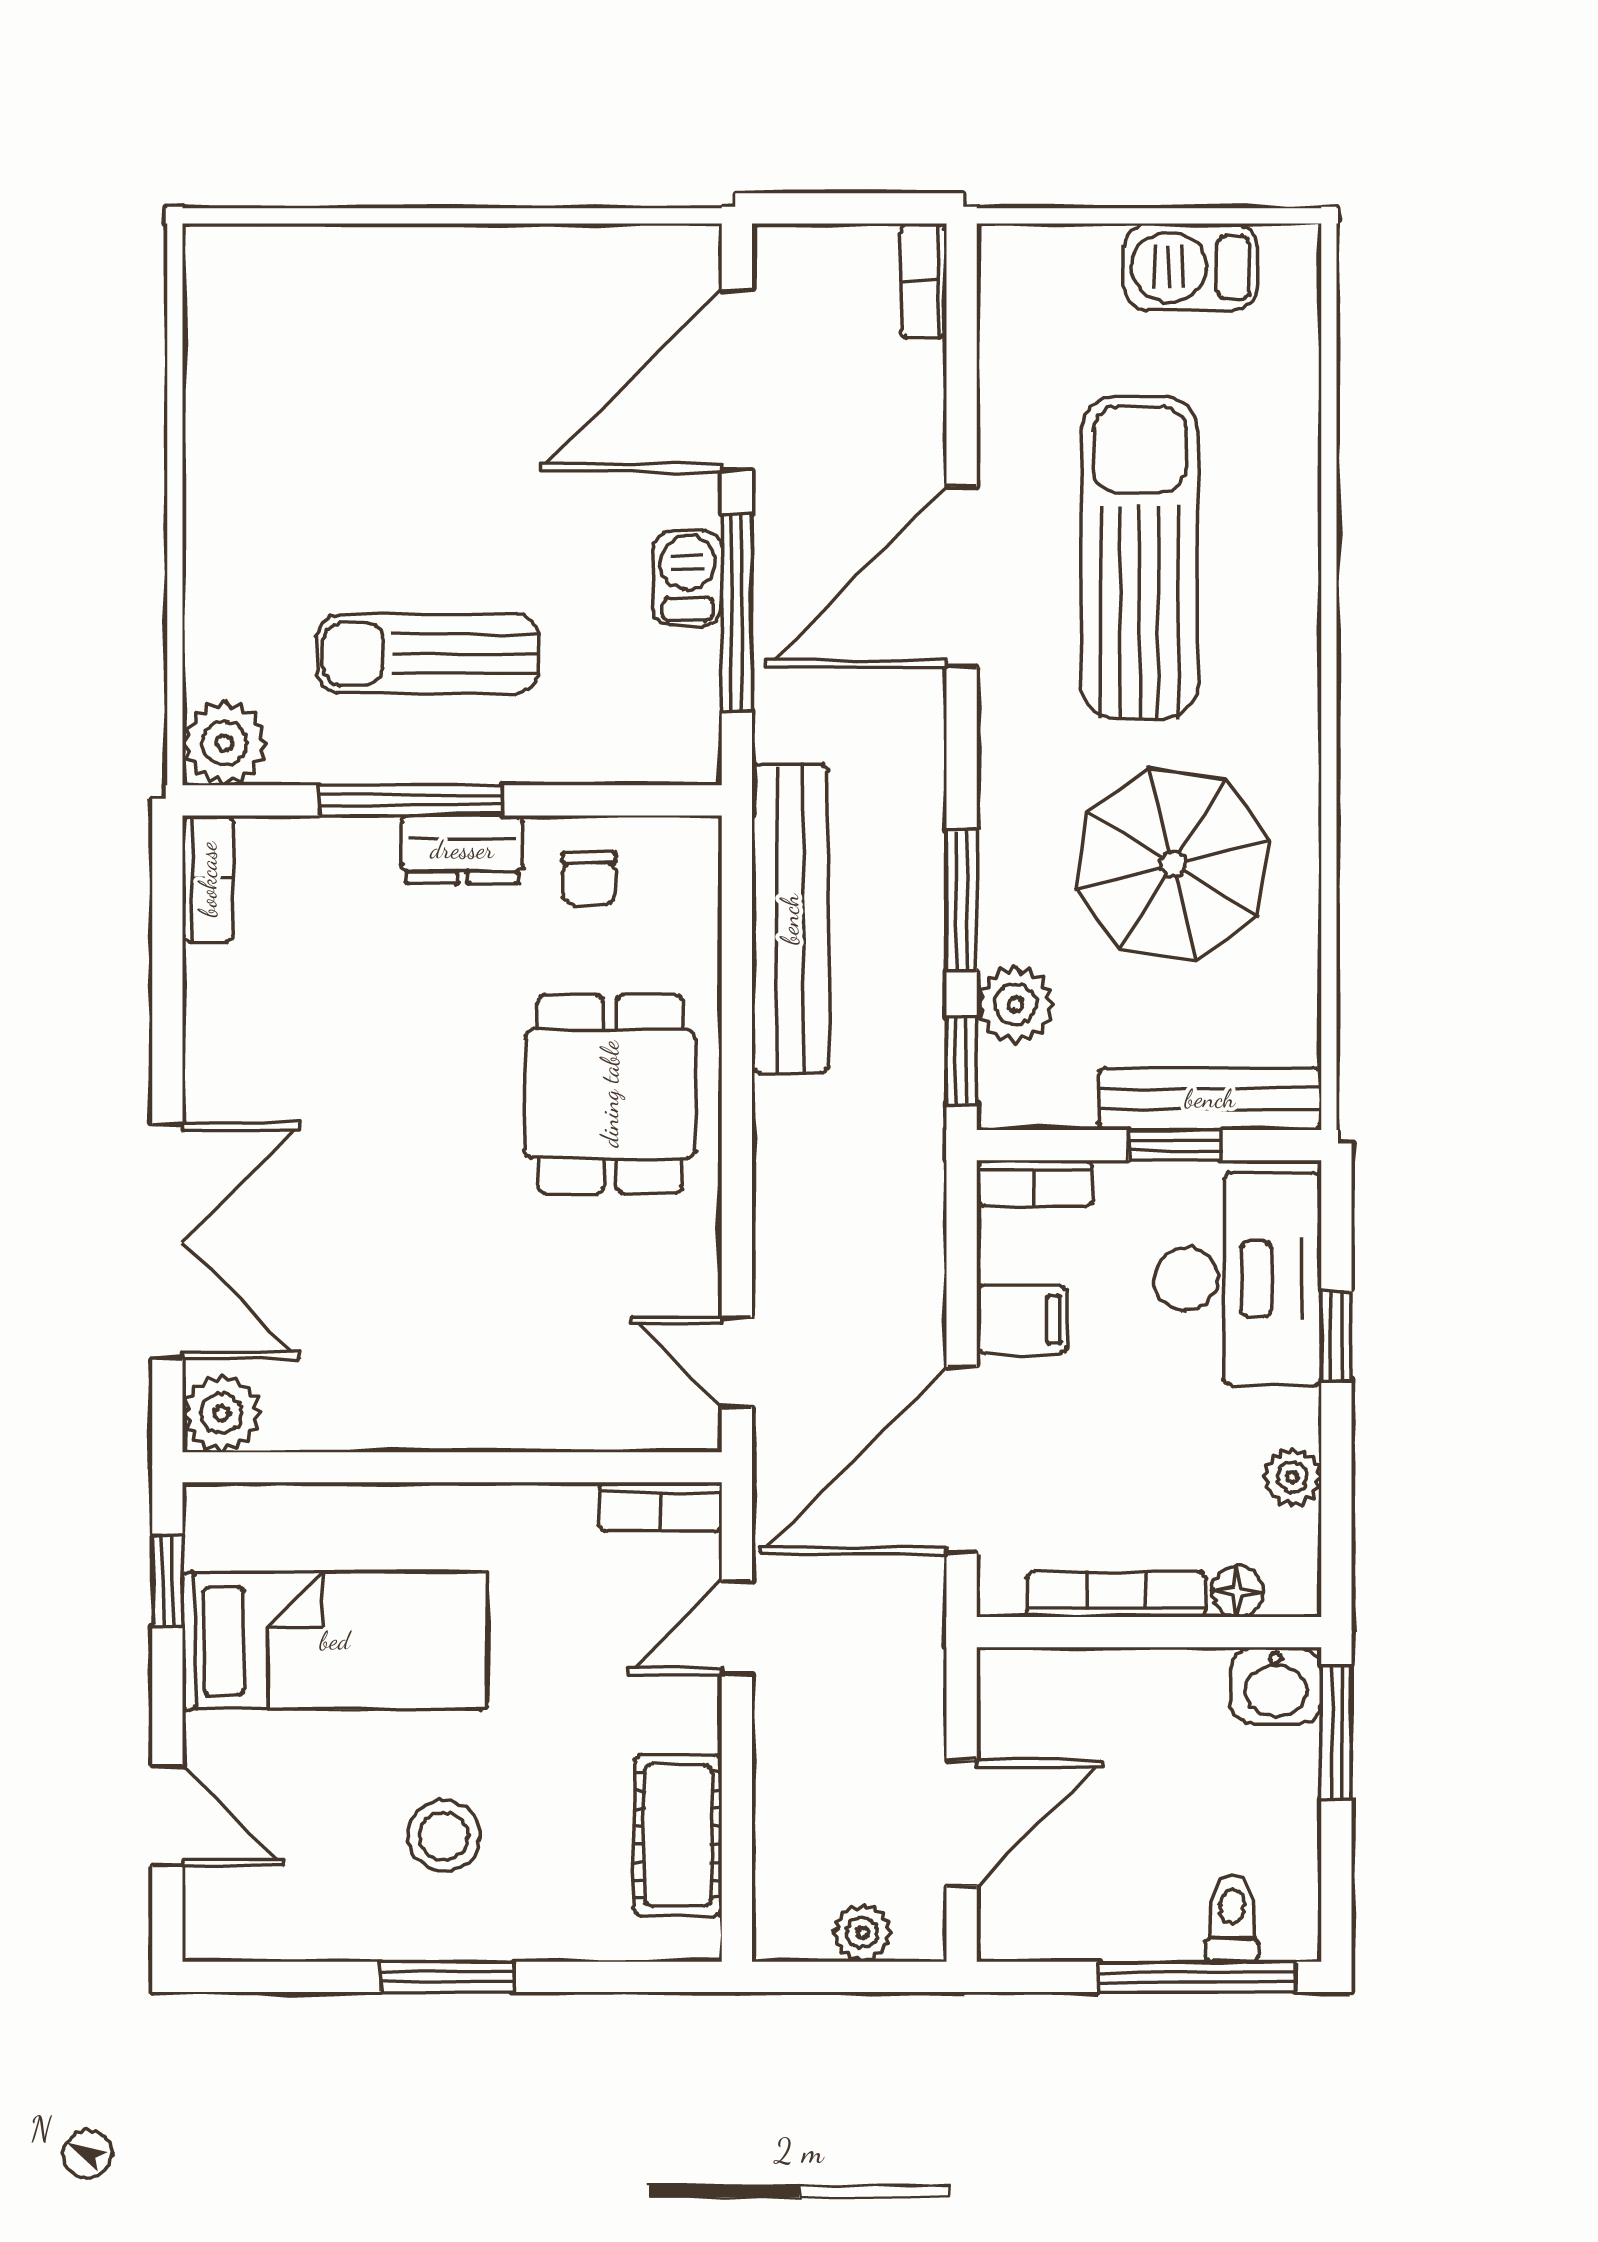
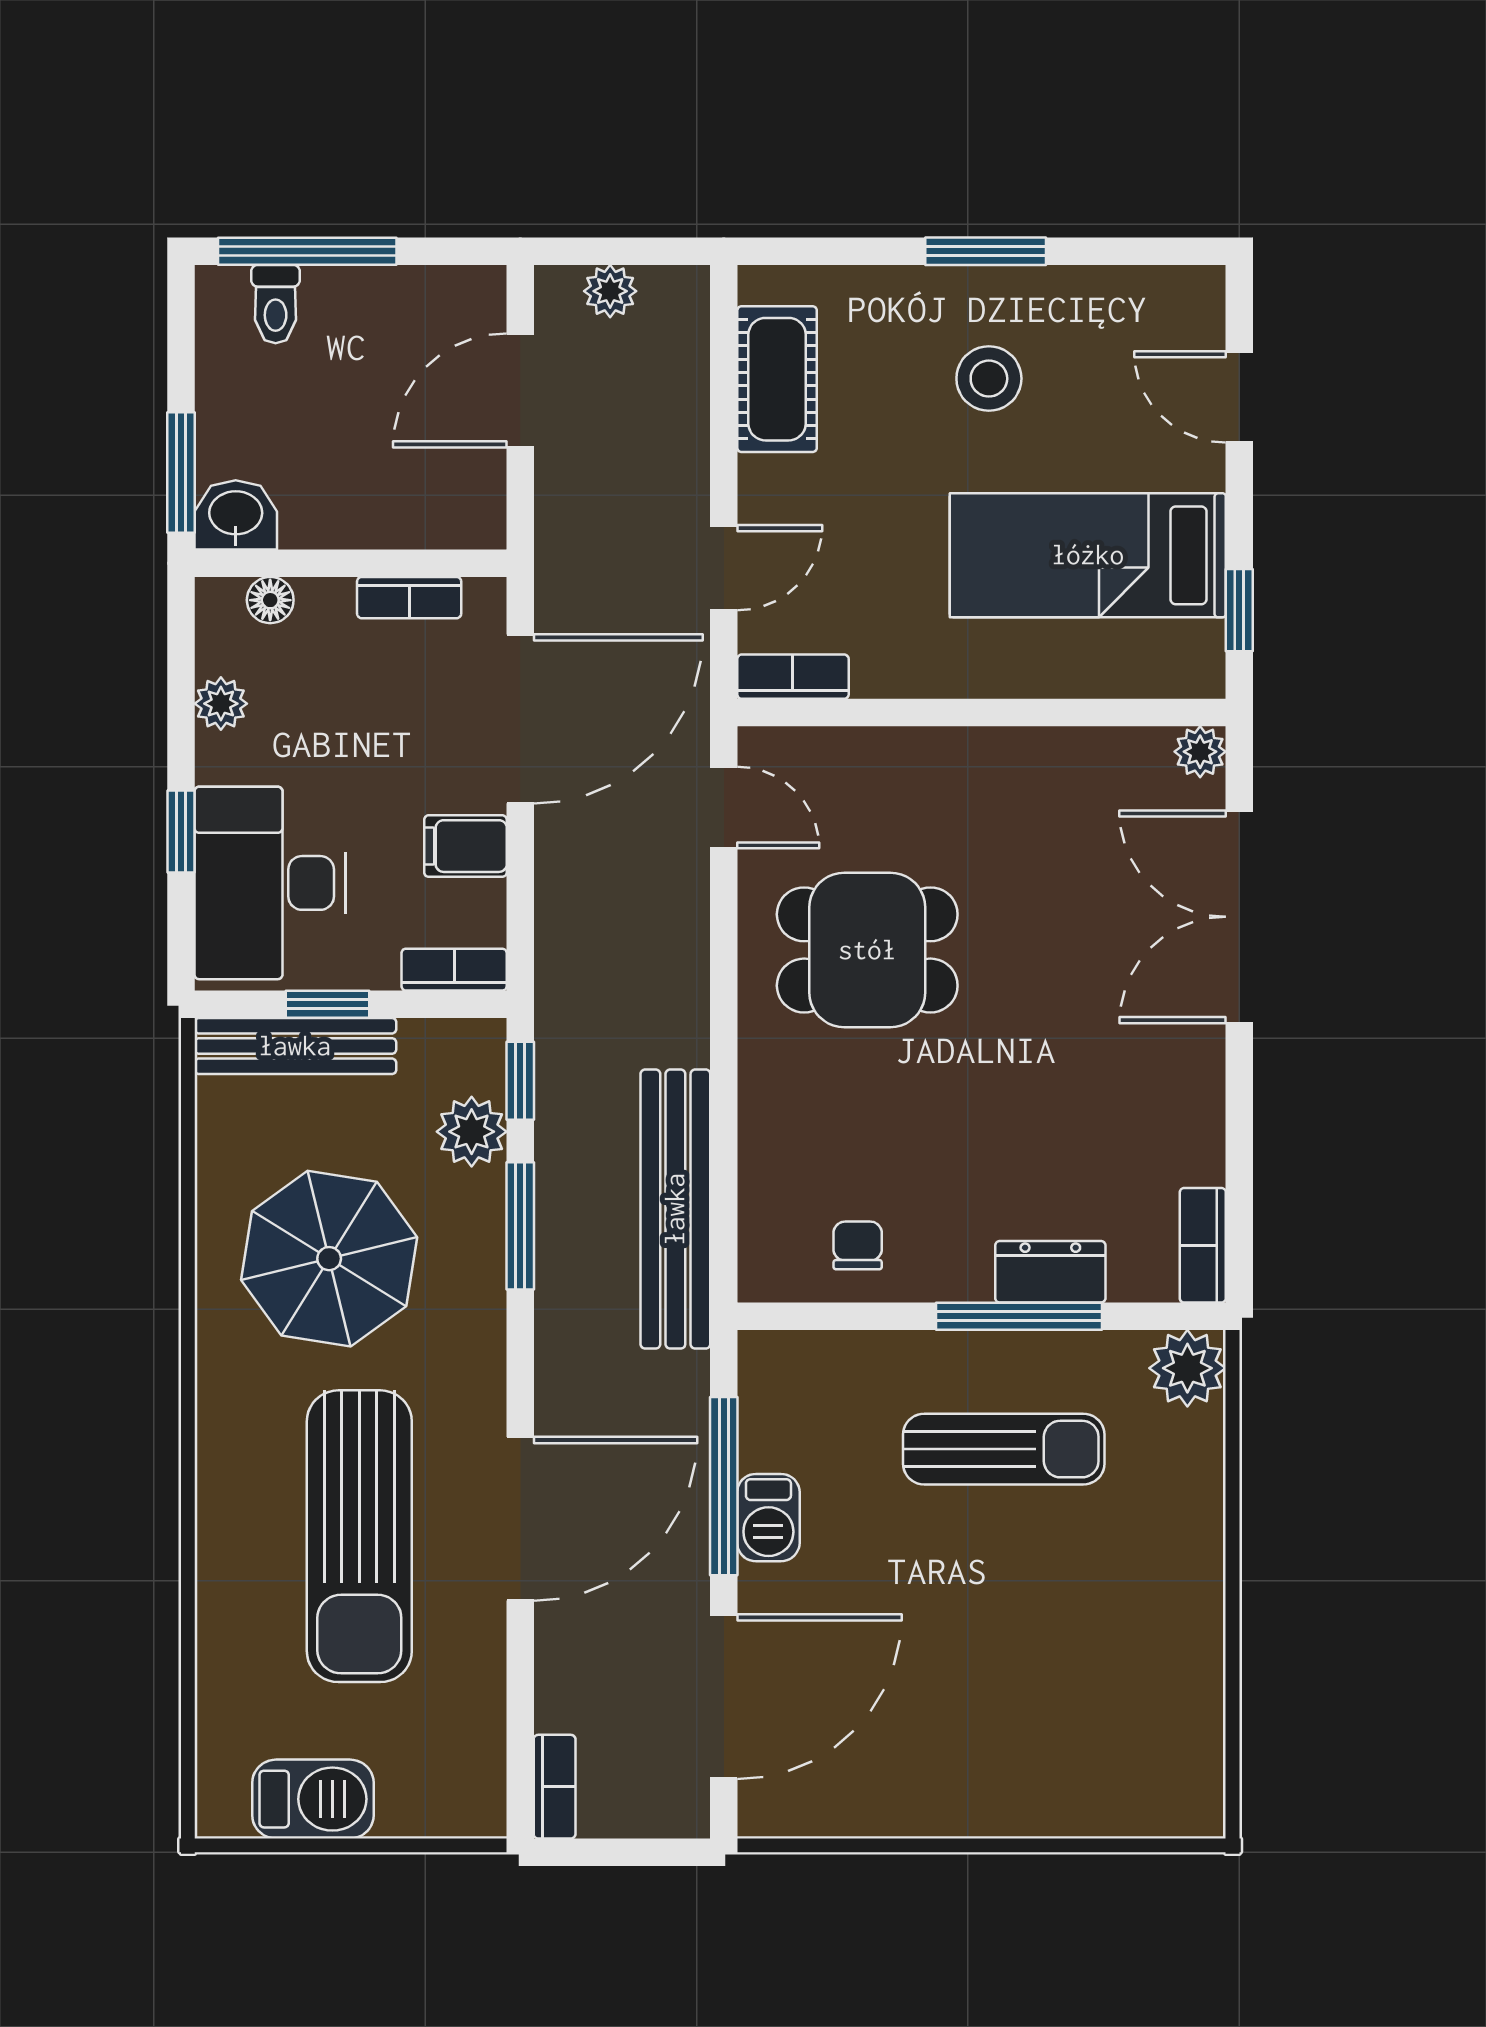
dresser: (462, 850) -> (1050, 1272), moved
dining table: (610, 1094) -> (867, 950), moved, turned 90
plant: (221, 1413) -> (1200, 752), width x0.73, depth x0.73
bookcase: (1117, 1594) -> (409, 598), width x0.64

